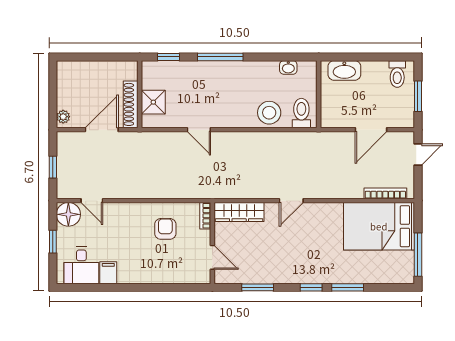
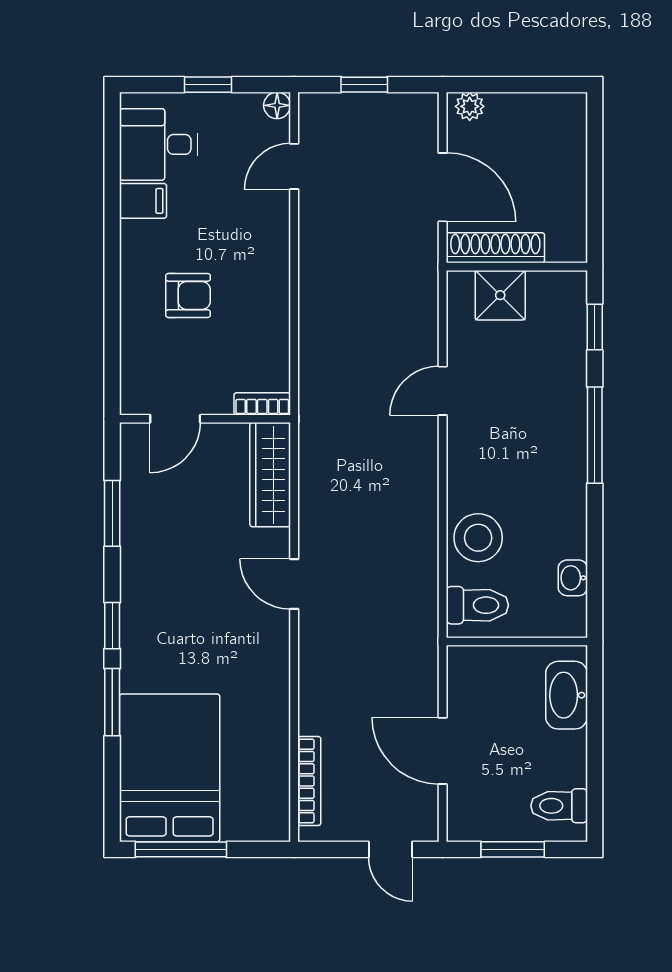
floor lamp: (68, 214) -> (277, 105), width x0.53, depth x0.53
bed: (379, 226) -> (170, 768), moved
armchair: (165, 229) -> (188, 295), moved

